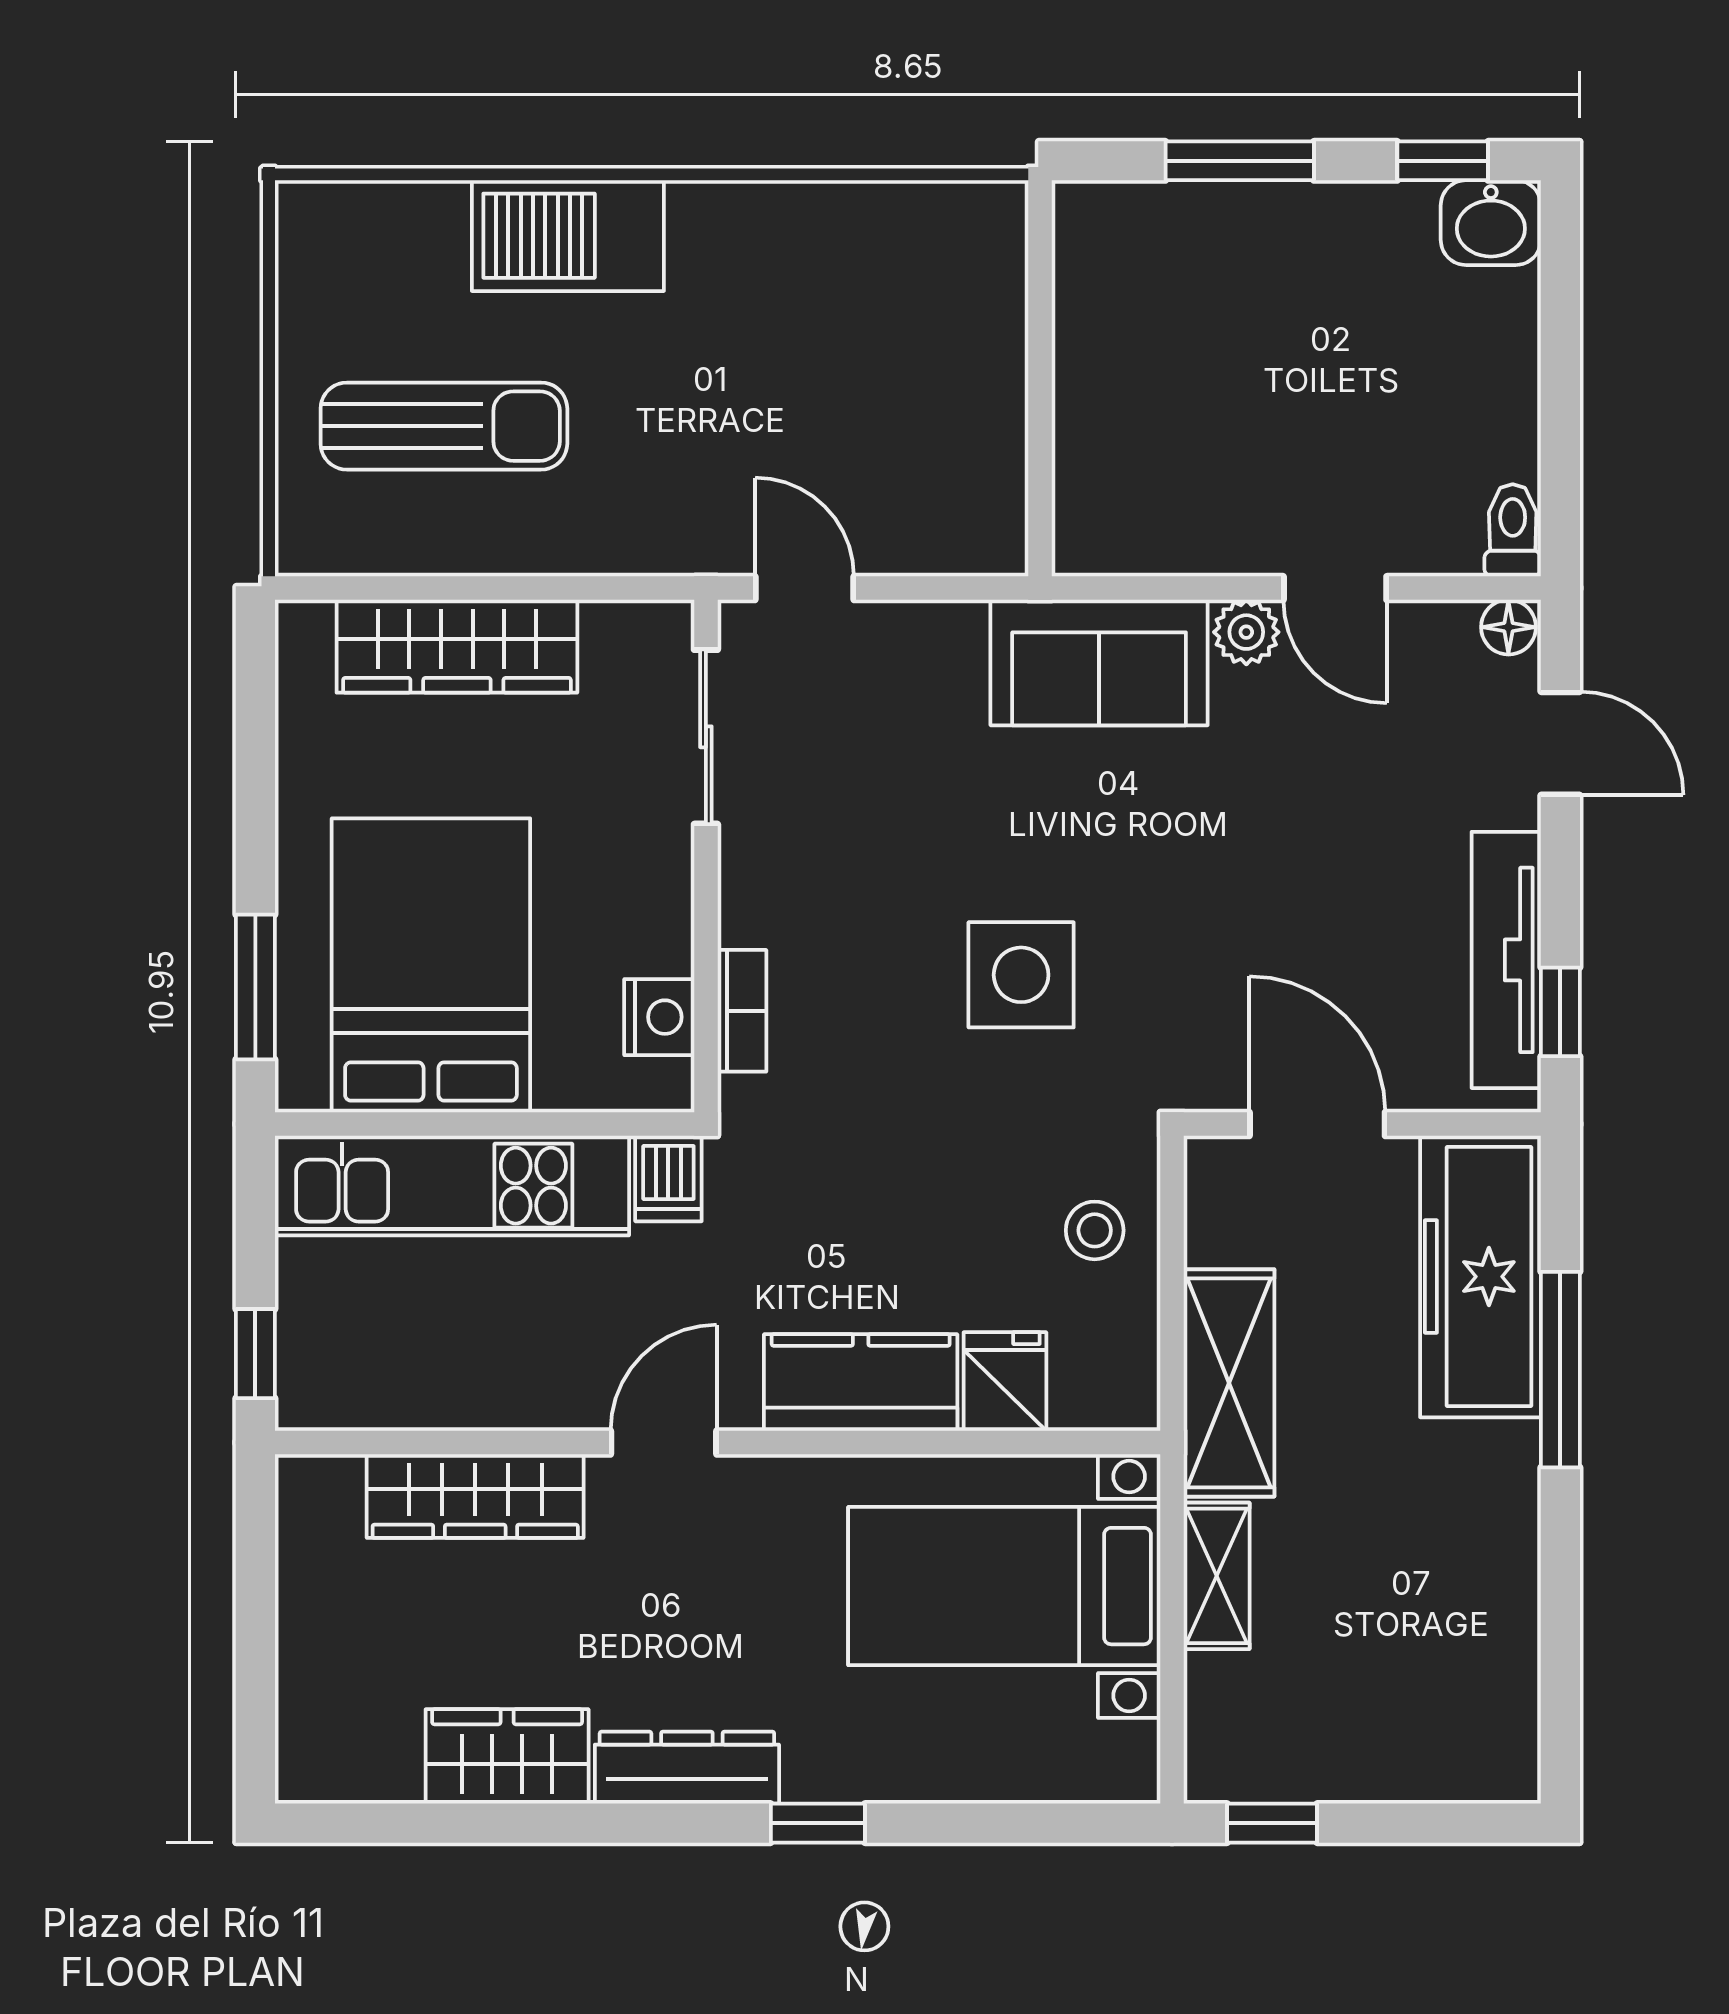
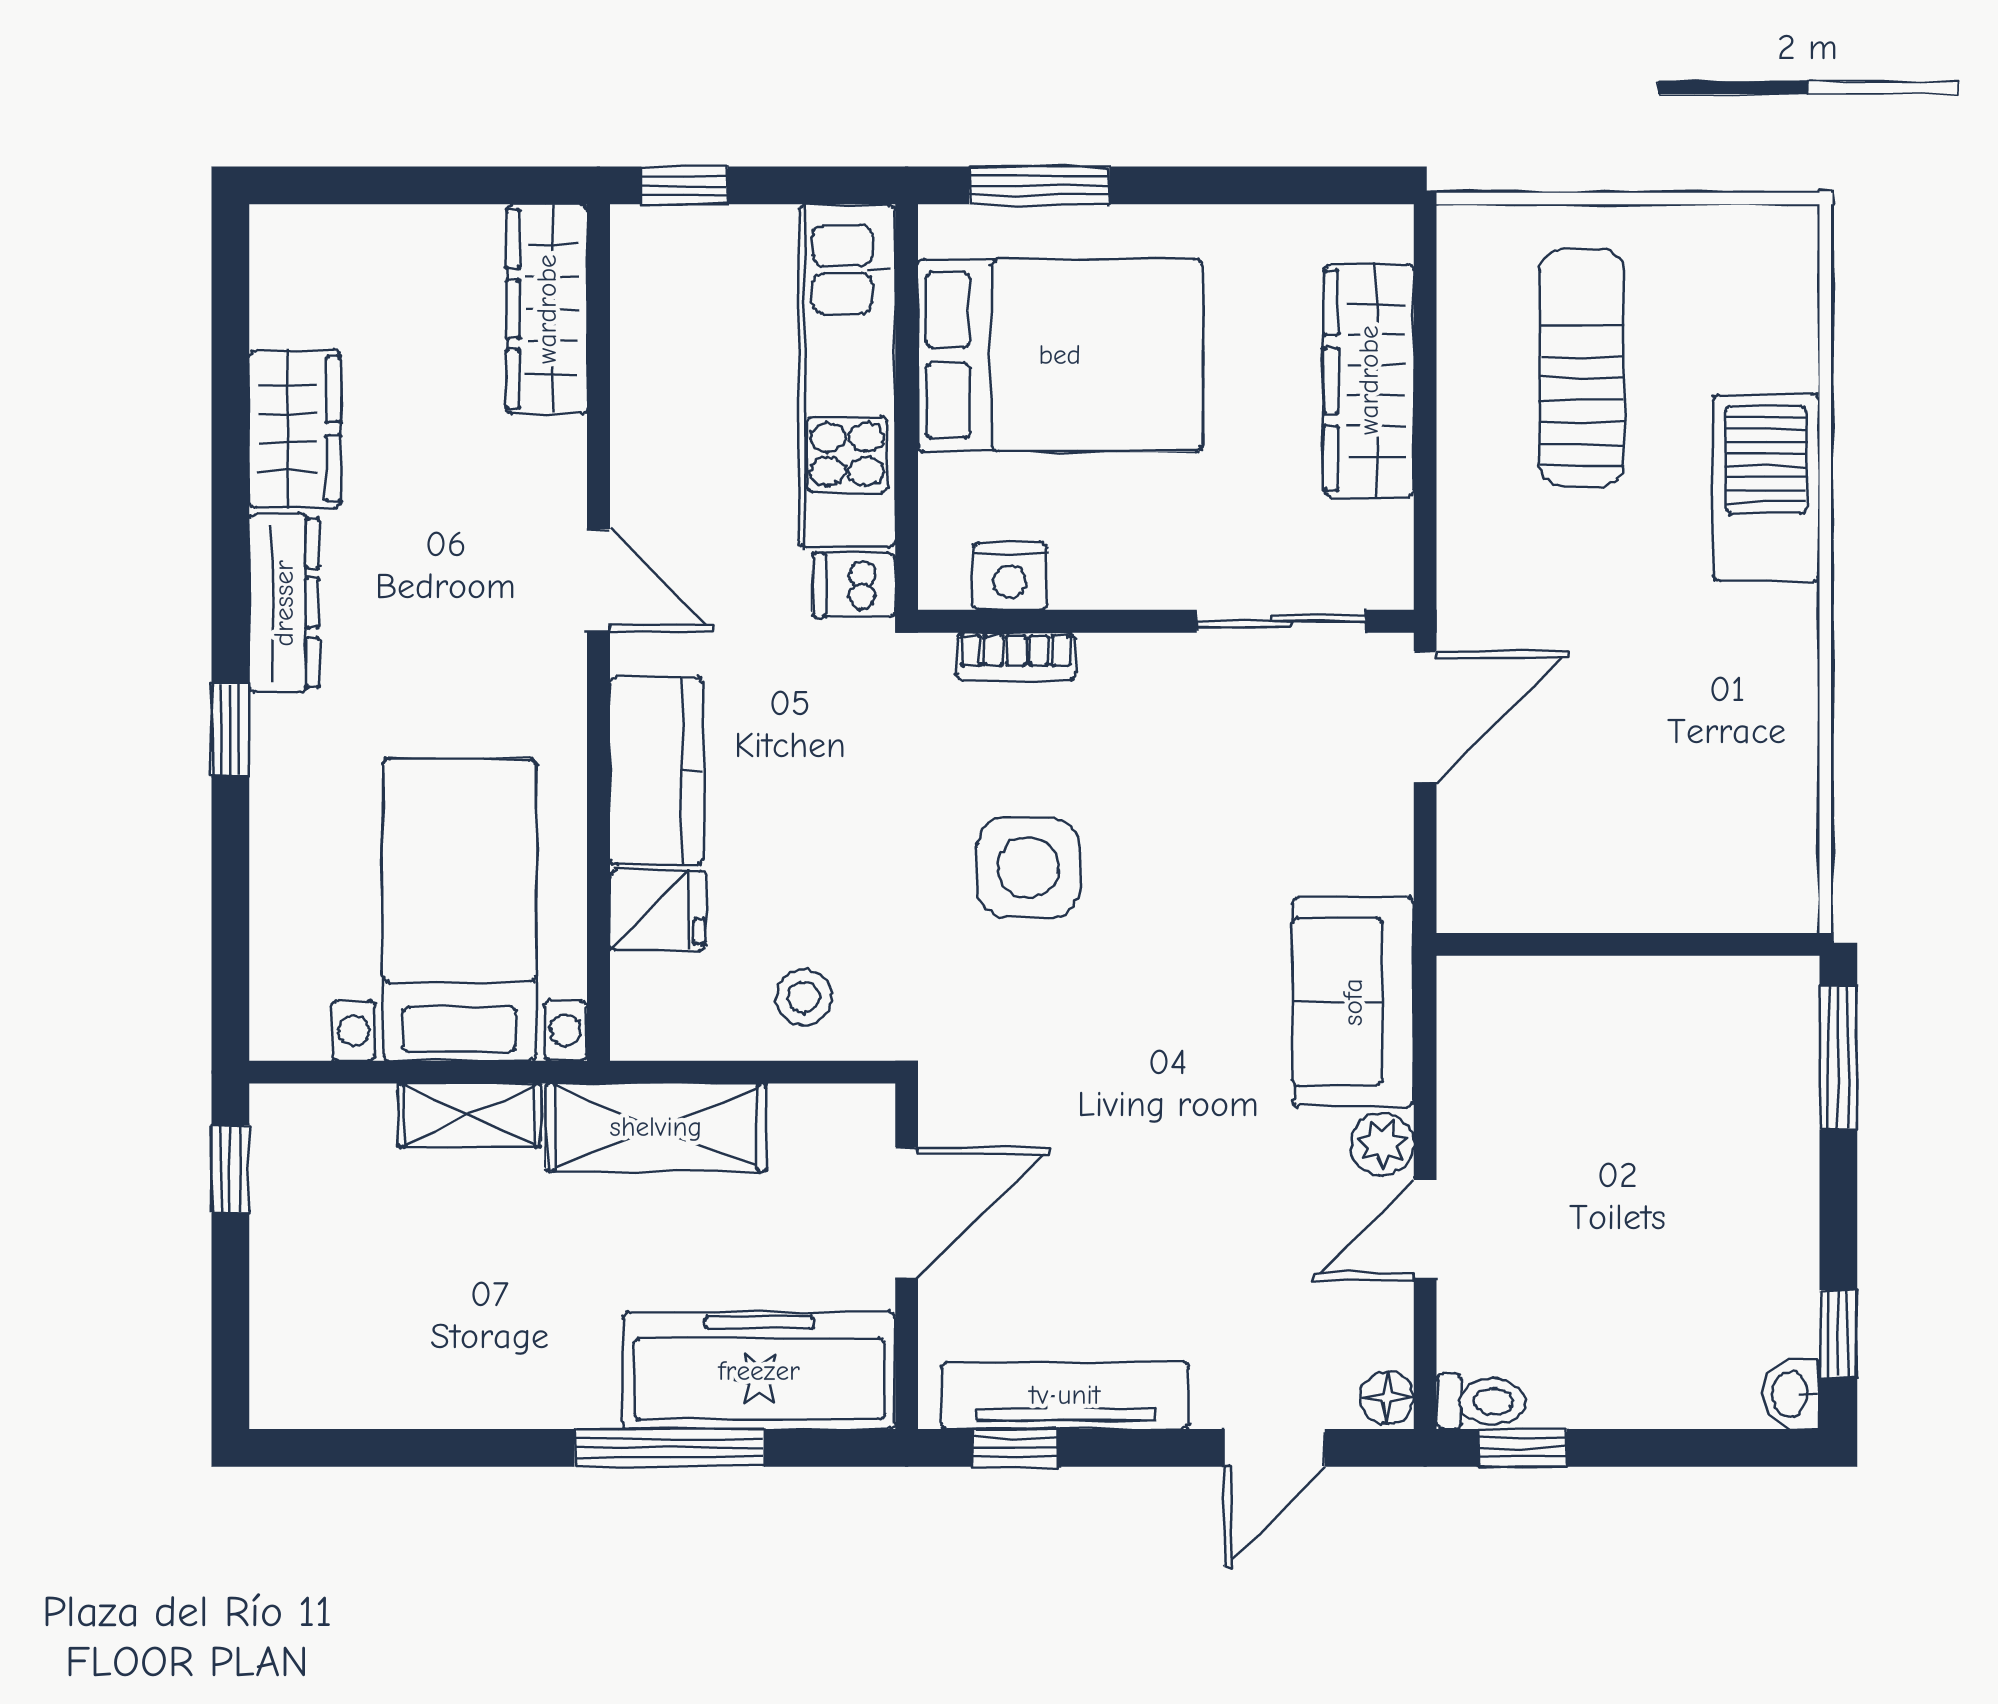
window: (1240, 161) -> (1838, 1058), moved
washbasin: (1491, 223) -> (1791, 1394), width x0.72, depth x0.69
sun lounger: (444, 426) -> (1582, 368), turned 180
window: (1560, 487) -> (1523, 1448), added
door: (804, 588) -> (1425, 717), width x1.38
side table: (1021, 975) -> (1028, 868), moved
wardrobe: (475, 1496) -> (547, 309), moved

